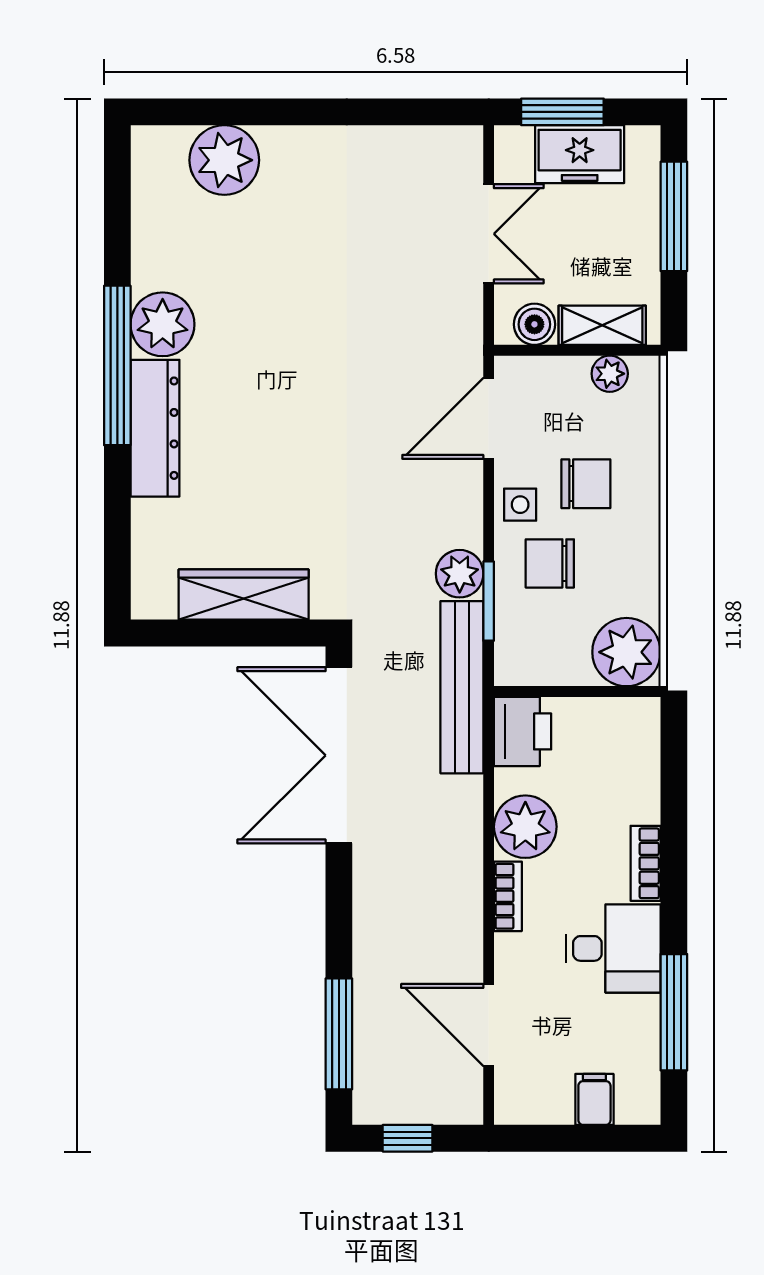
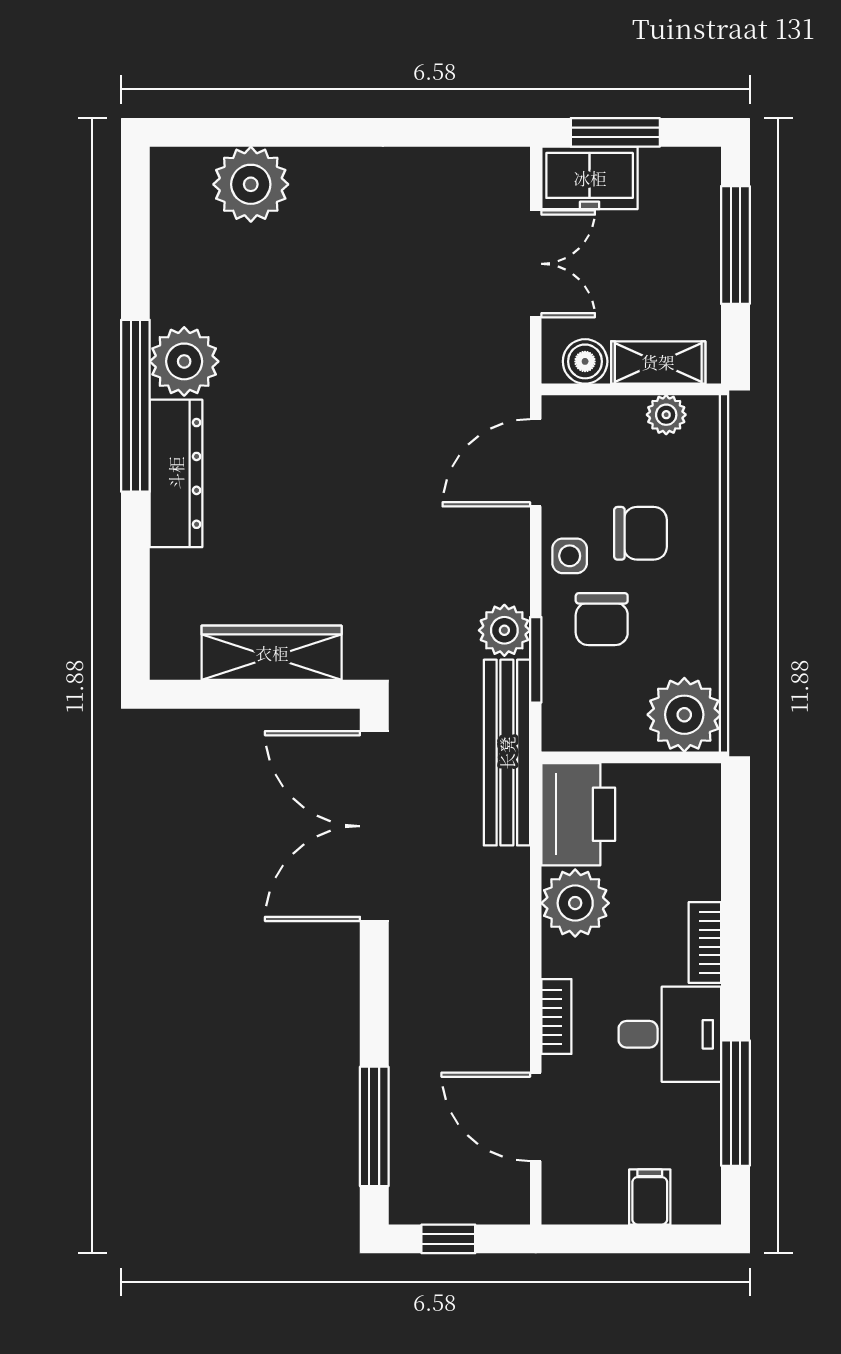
freezer: (580, 154) -> (590, 178), moved
chair: (550, 563) -> (602, 619), turned -90
printer: (523, 731) -> (578, 814), width x1.37, depth x1.19
bookcase: (508, 896) -> (556, 1017), moved

